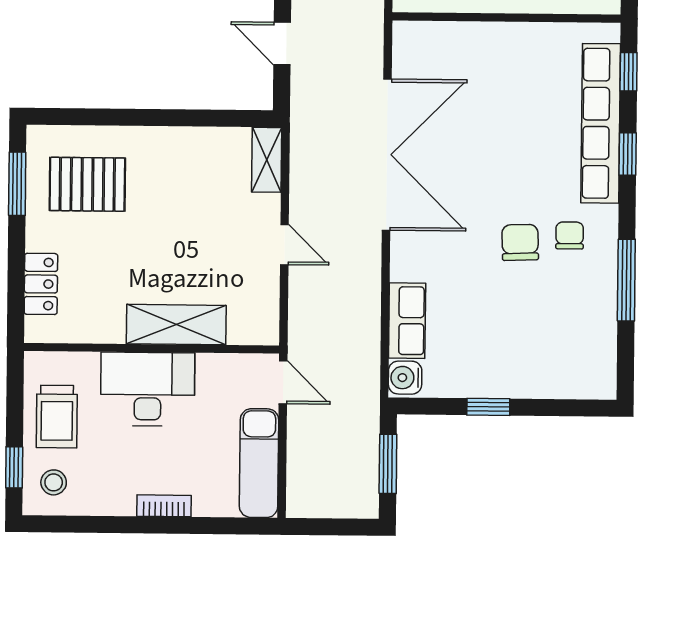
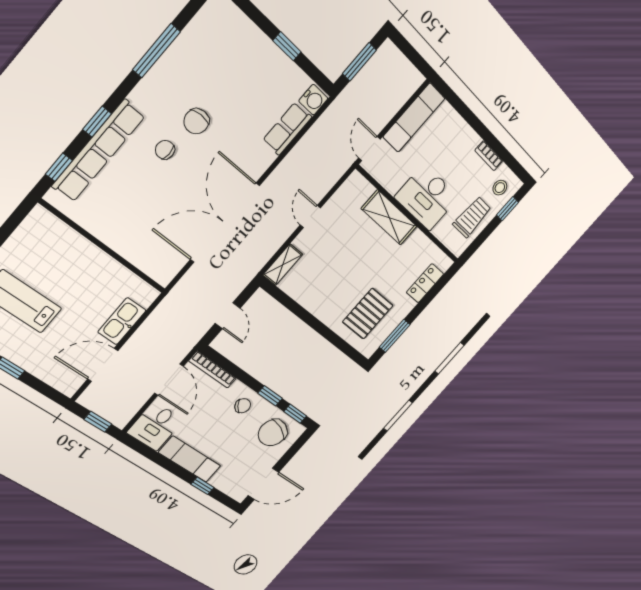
pallet: (87, 184) -> (368, 314), turned 90
chair: (570, 235) -> (165, 150), moved, turned 90
bookcase: (164, 506) -> (489, 156), moved

